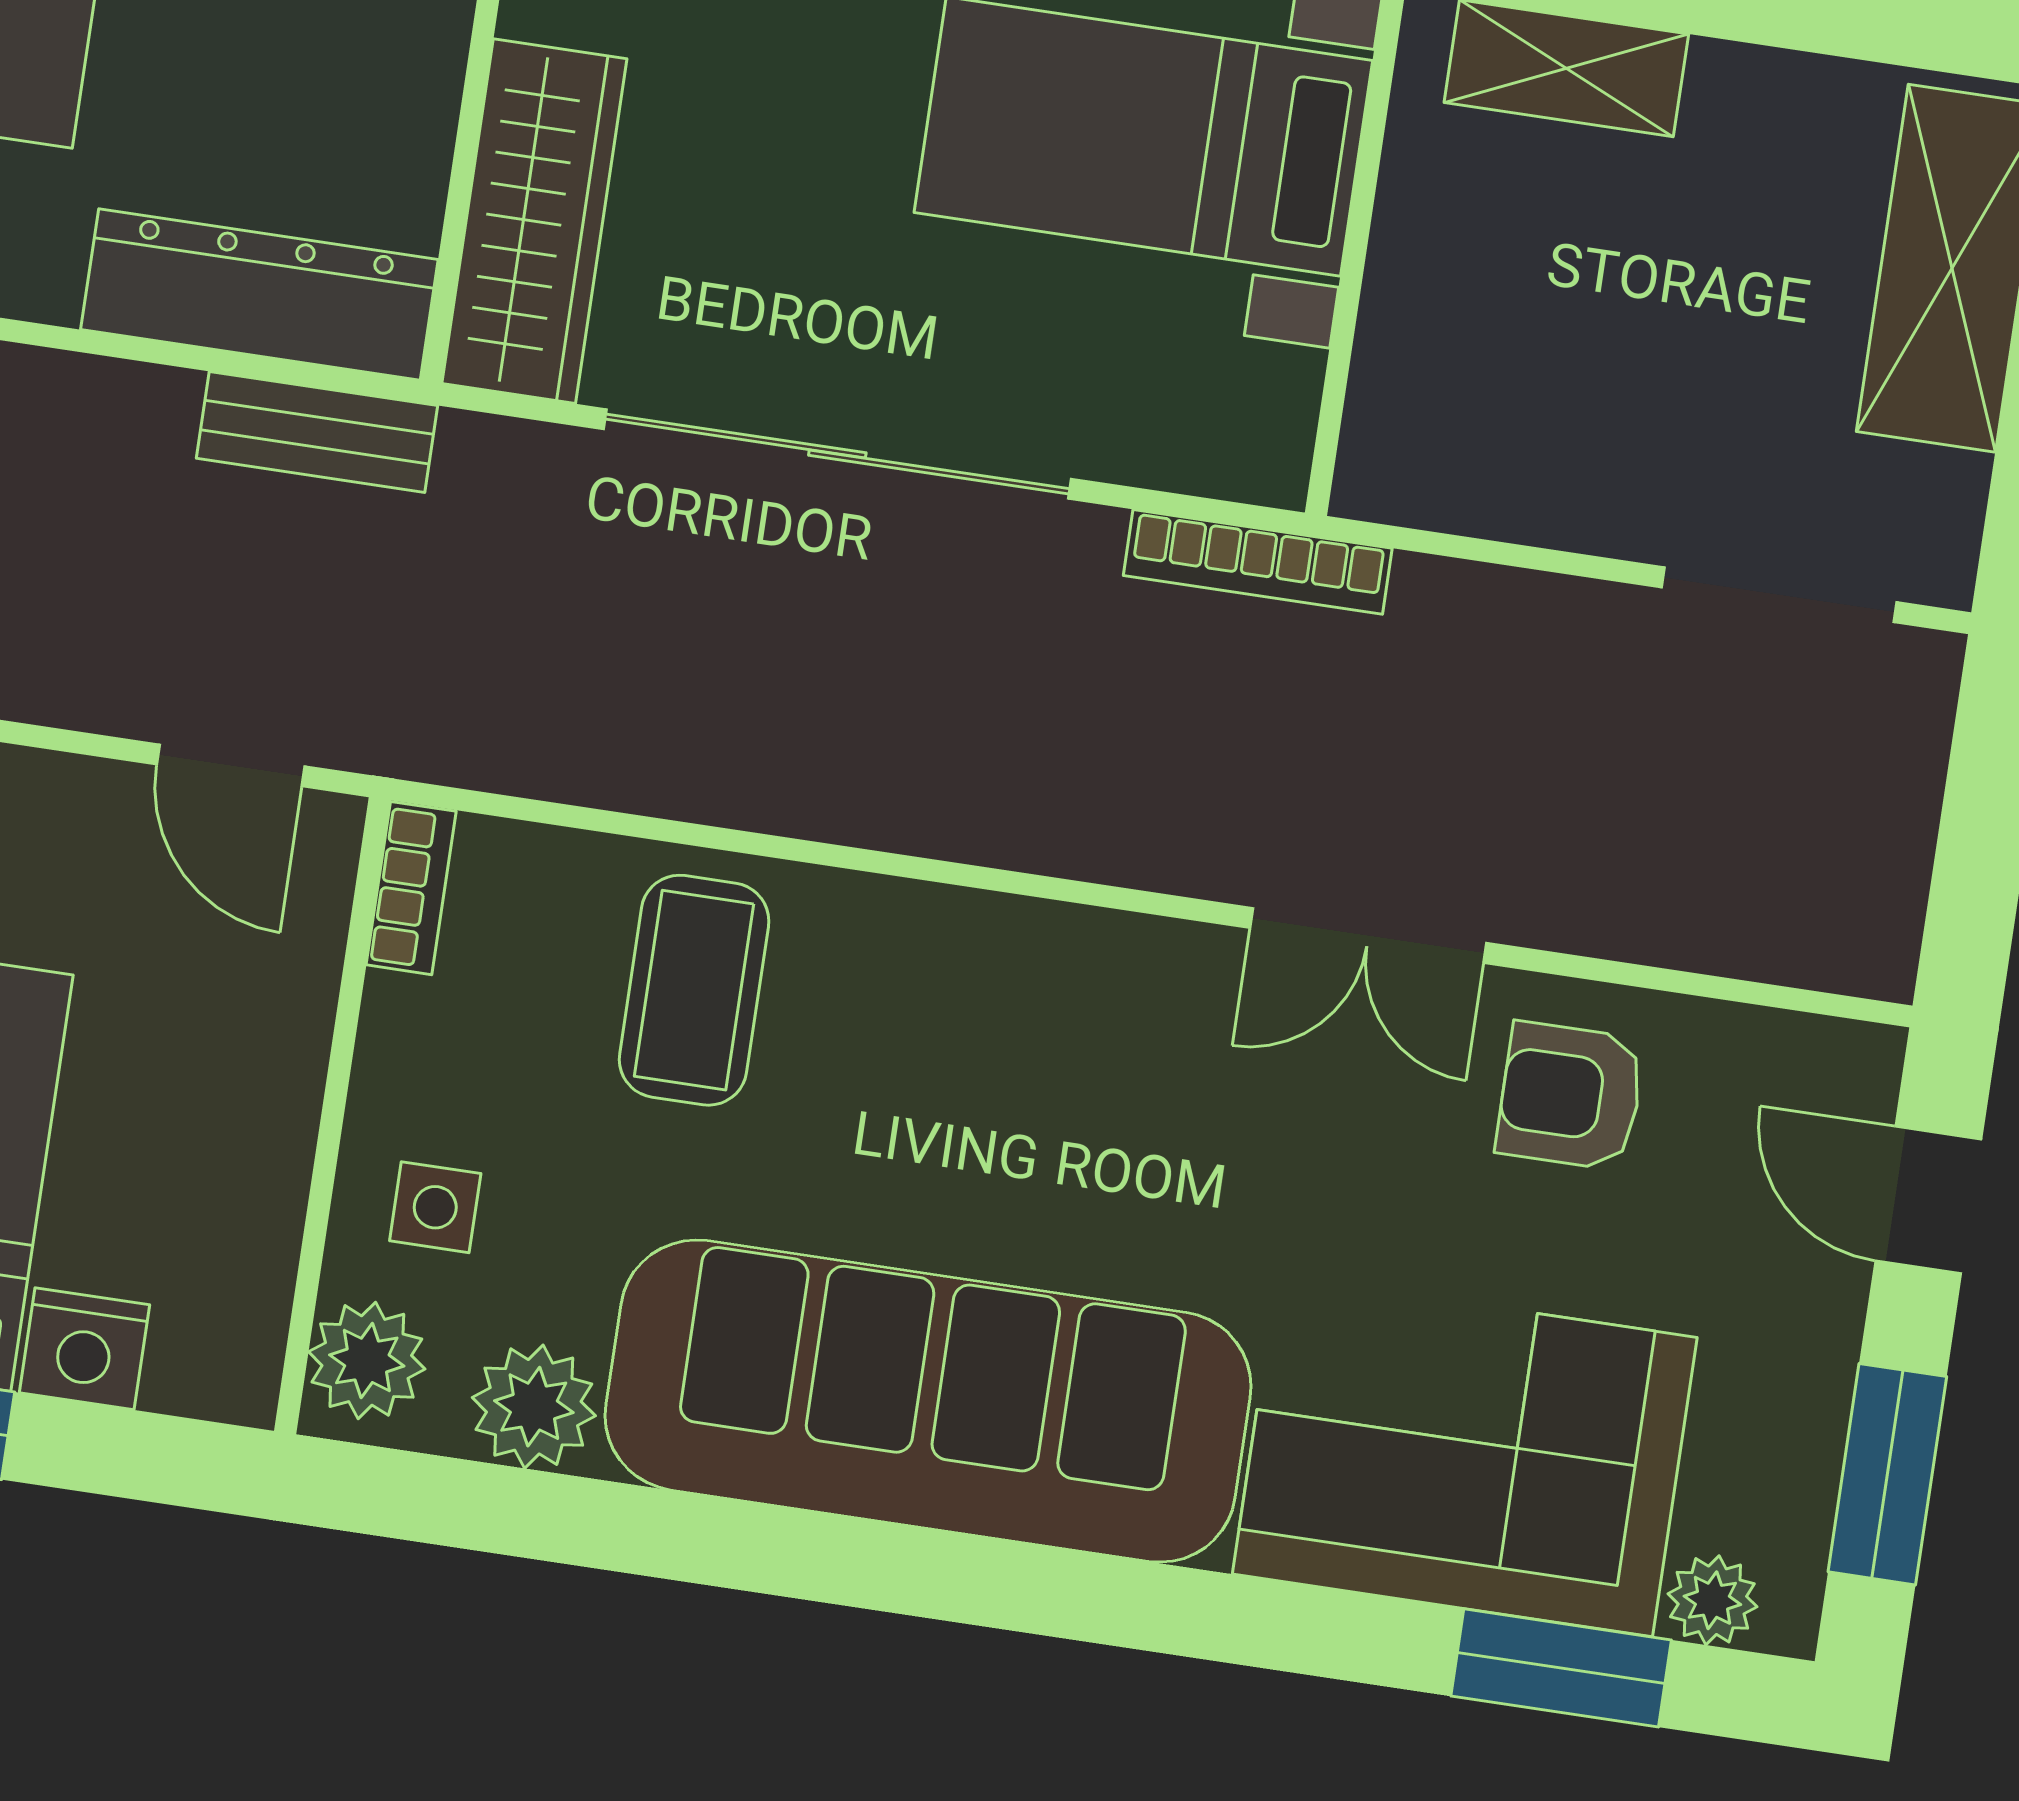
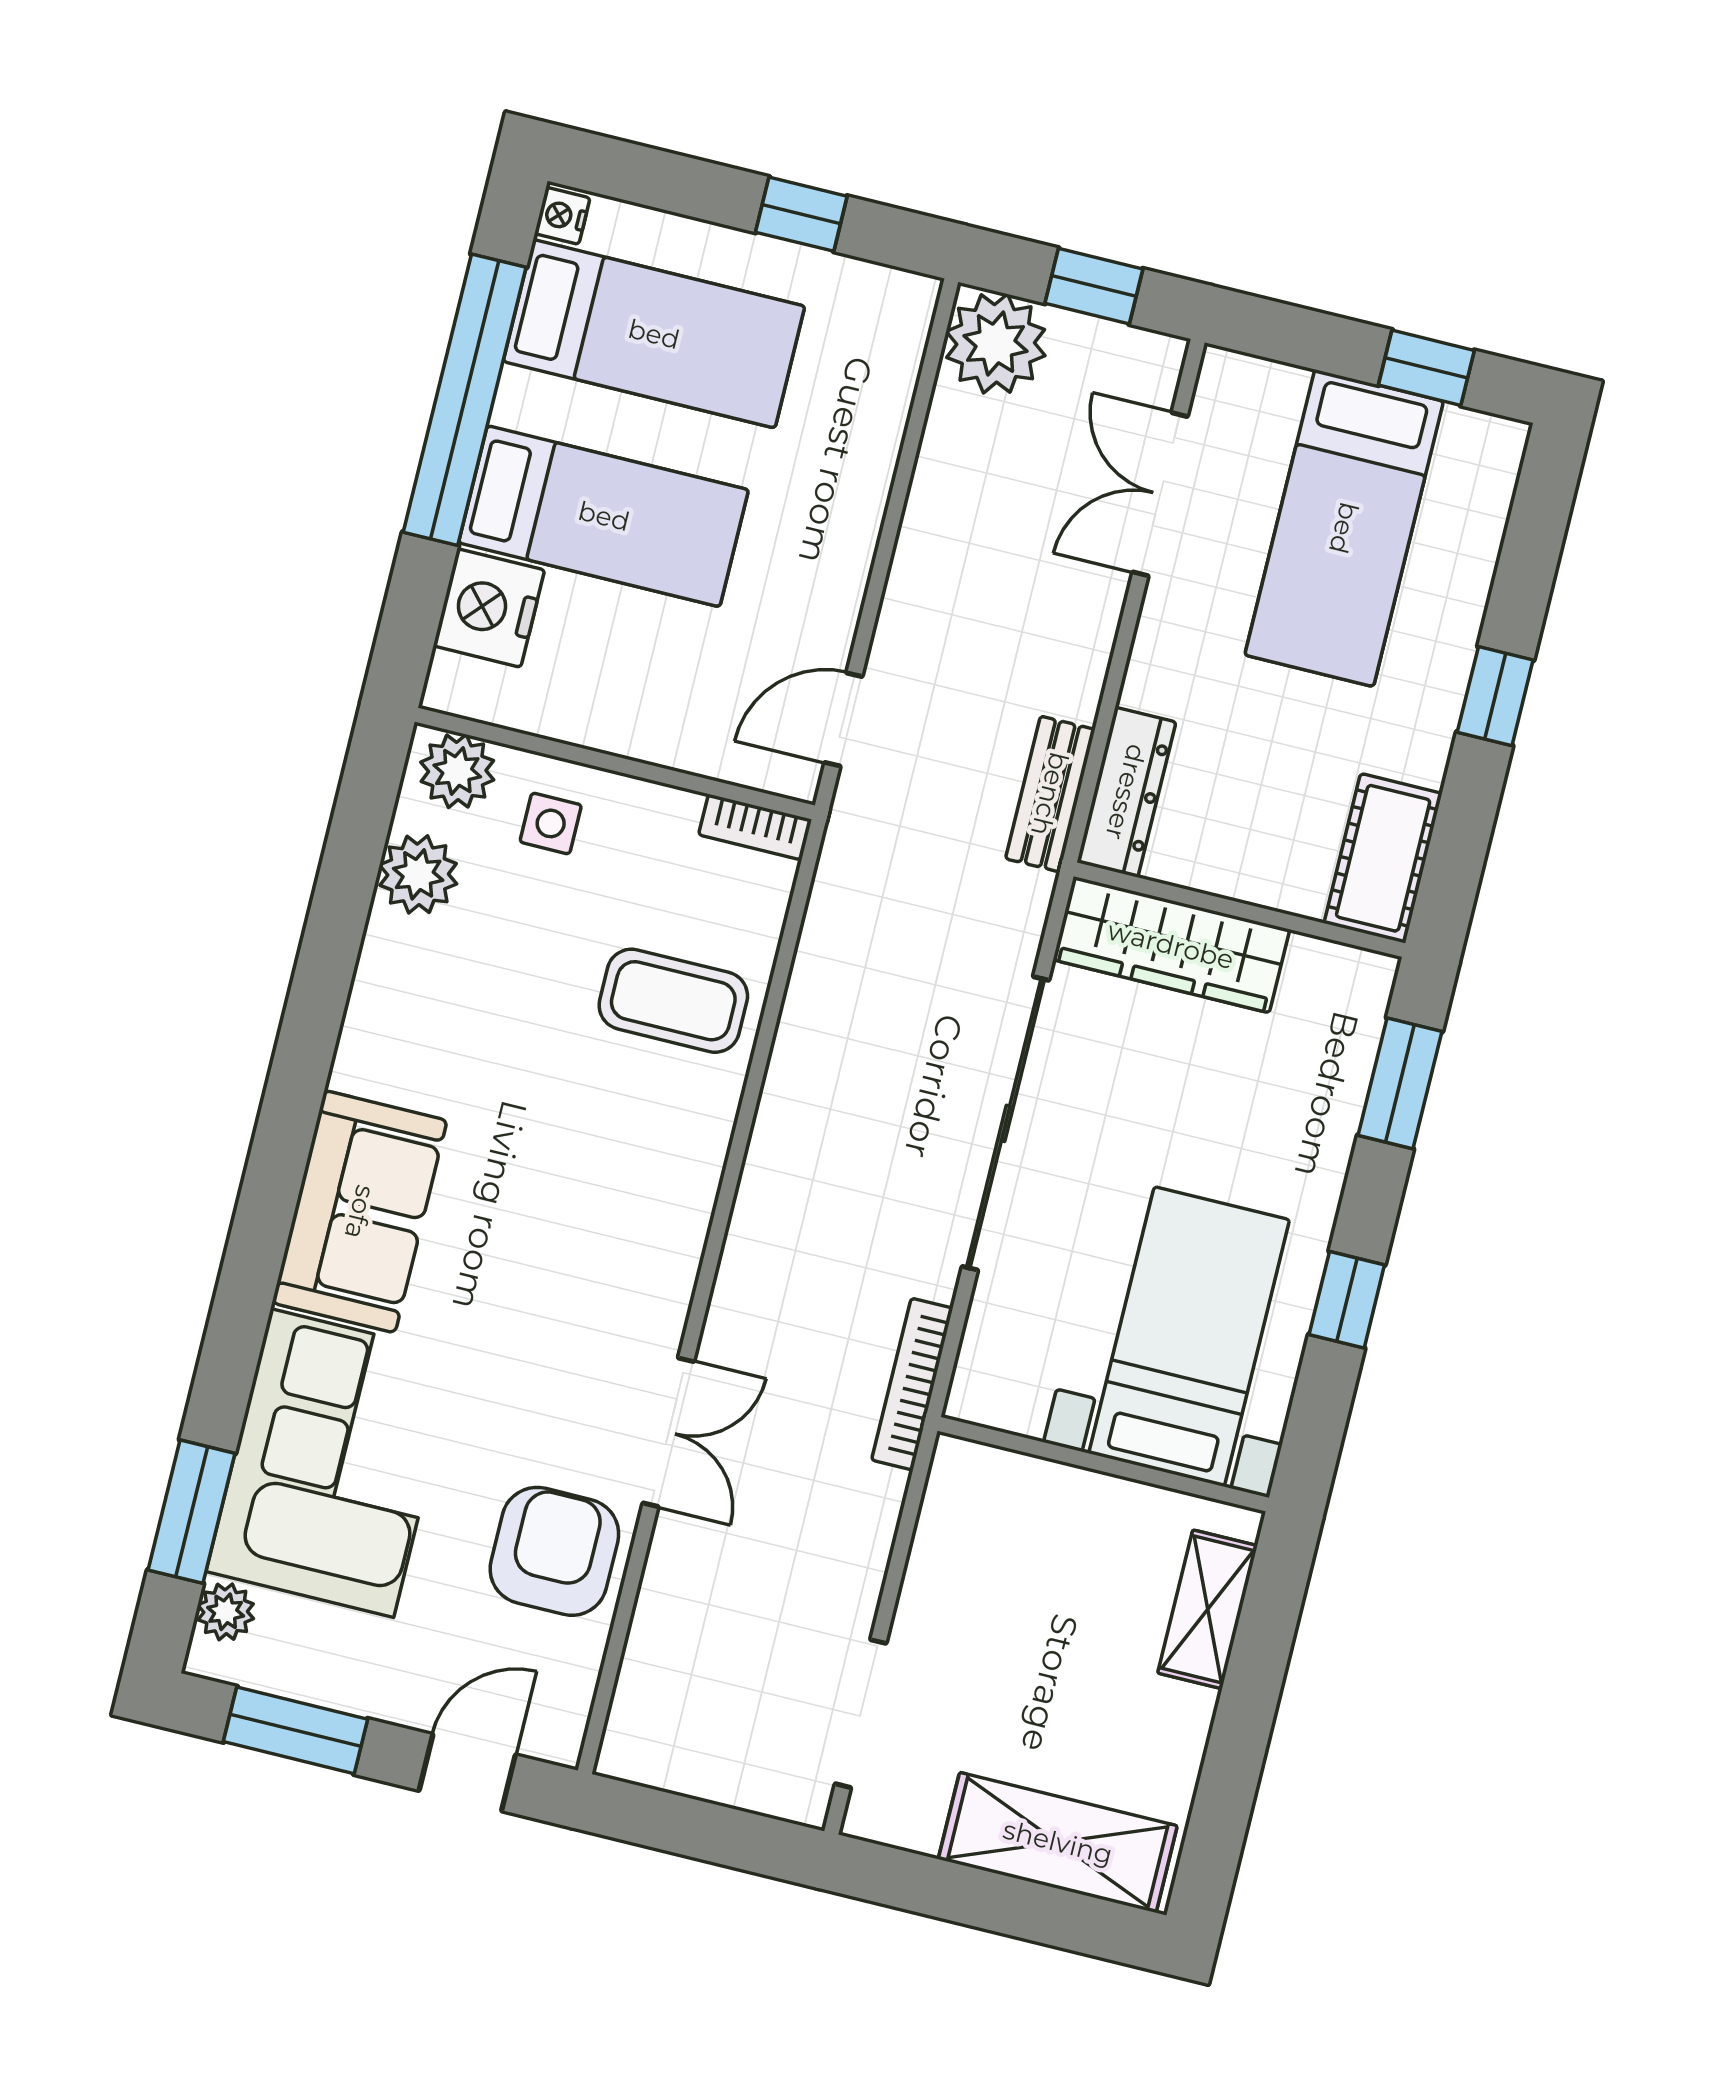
dresser: (259, 295) -> (1126, 792), width x0.73, depth x0.80
double door: (1368, 935) -> (668, 1432), swing flipped
armchair: (1570, 1096) -> (554, 1551), width x1.38, depth x1.38
nightstand: (85, 1349) -> (489, 608), width x1.36, depth x1.33
sofa: (928, 1401) -> (360, 1212), width x0.54, depth x0.79

